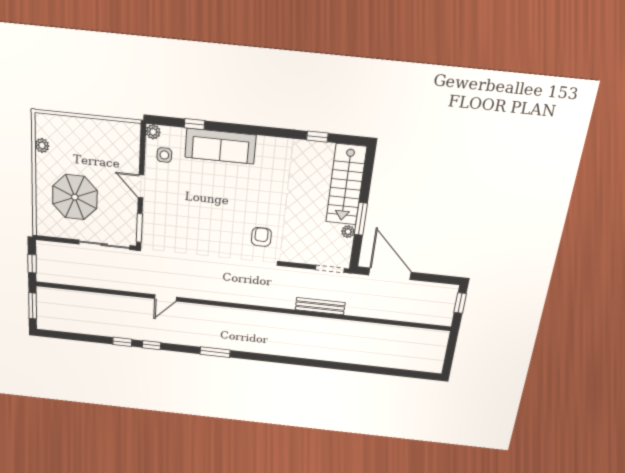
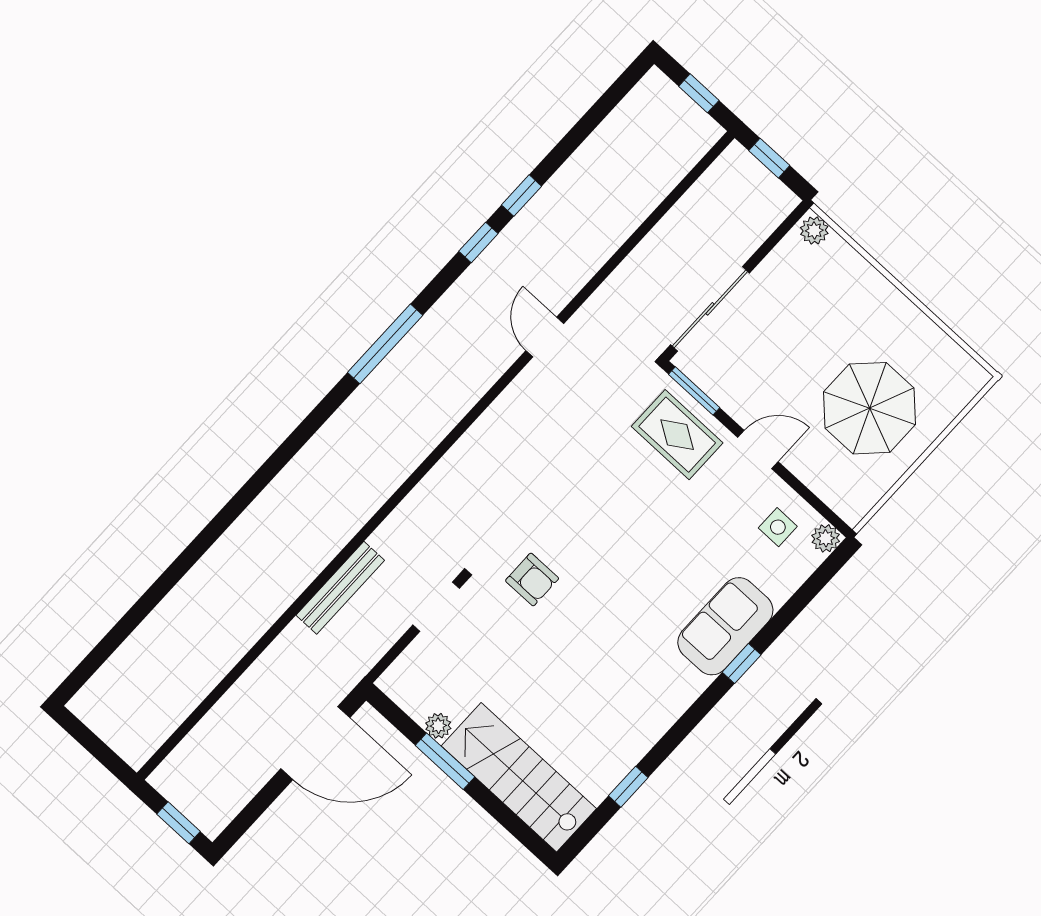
window: (194, 124) -> (742, 664), moved
plant: (42, 145) -> (814, 230), moved
sofa: (220, 146) -> (725, 626), width x0.73
parasol: (75, 197) -> (870, 408), moved
rug: (161, 222) -> (677, 435), added
doorway: (330, 269) -> (436, 607), moved
window: (33, 306) -> (699, 93), width x0.67
window: (215, 352) -> (385, 344), width x1.44

